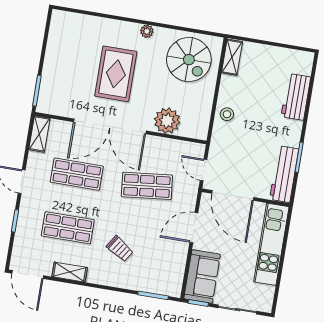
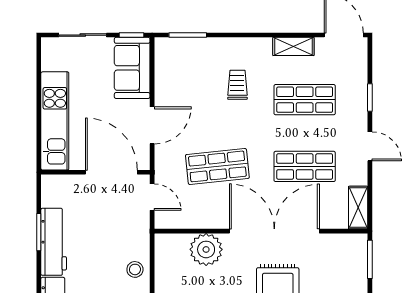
workbench: (284, 174) -> (54, 242), moved
trolley: (120, 249) -> (237, 85), turned 57

